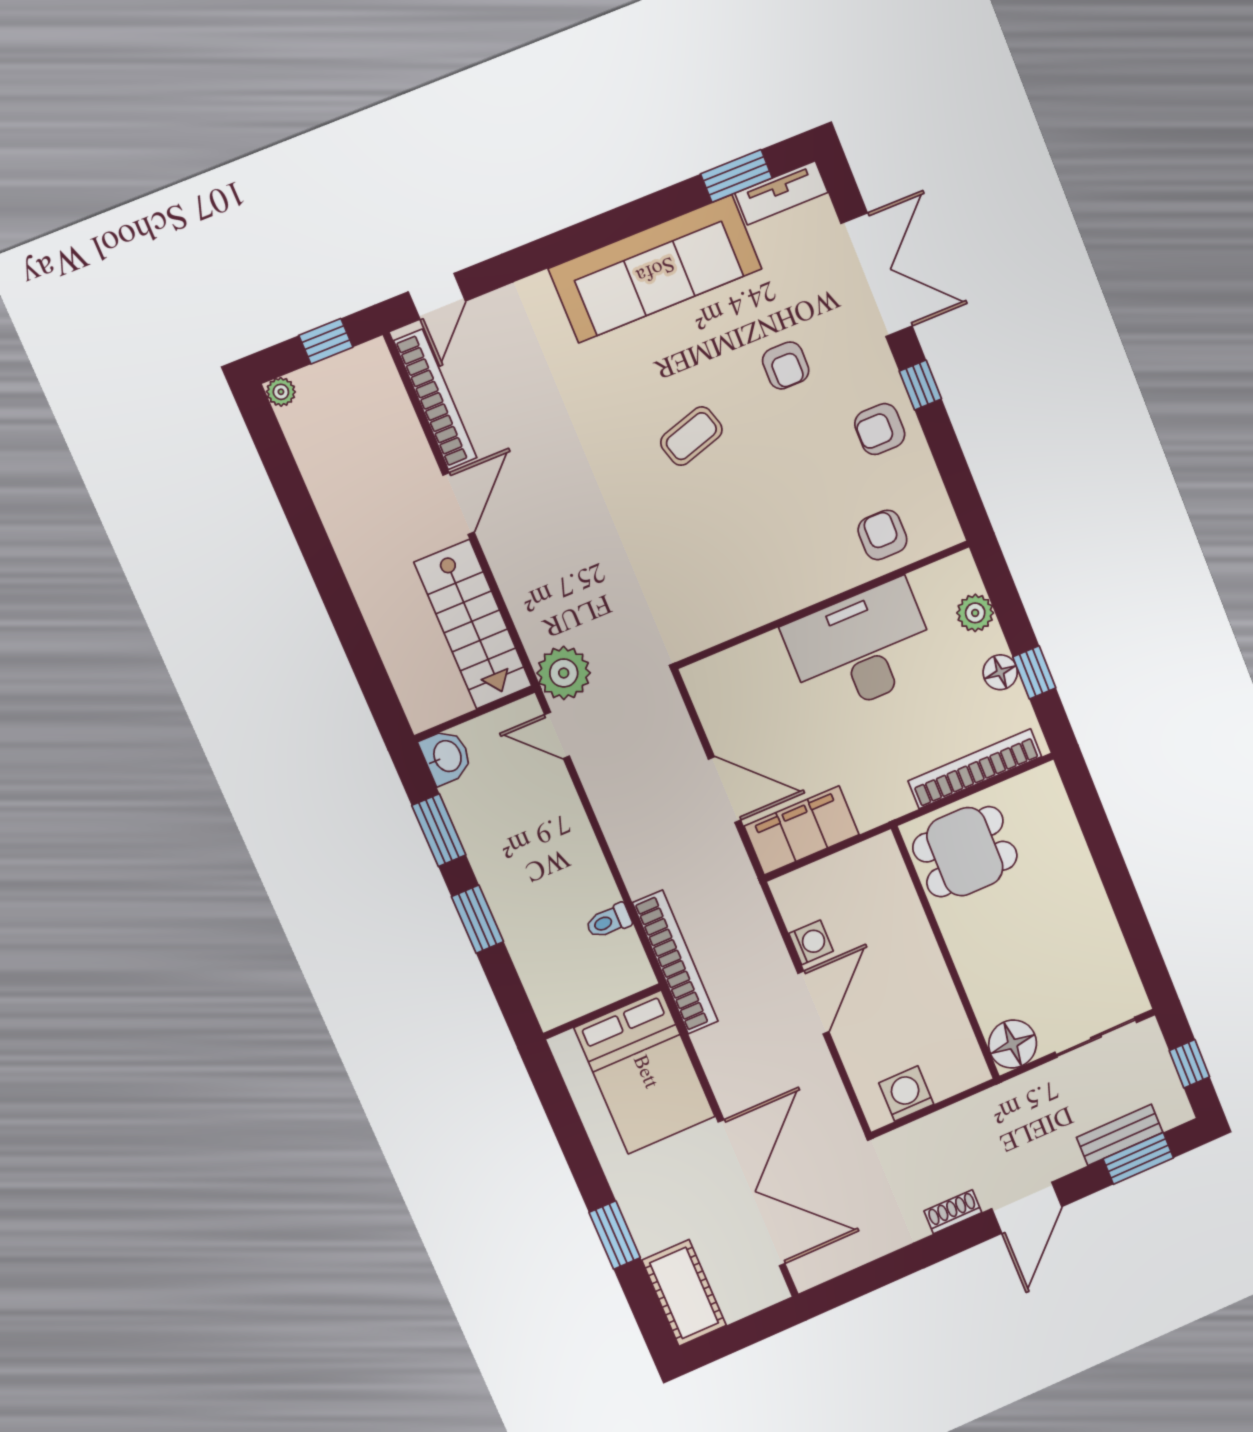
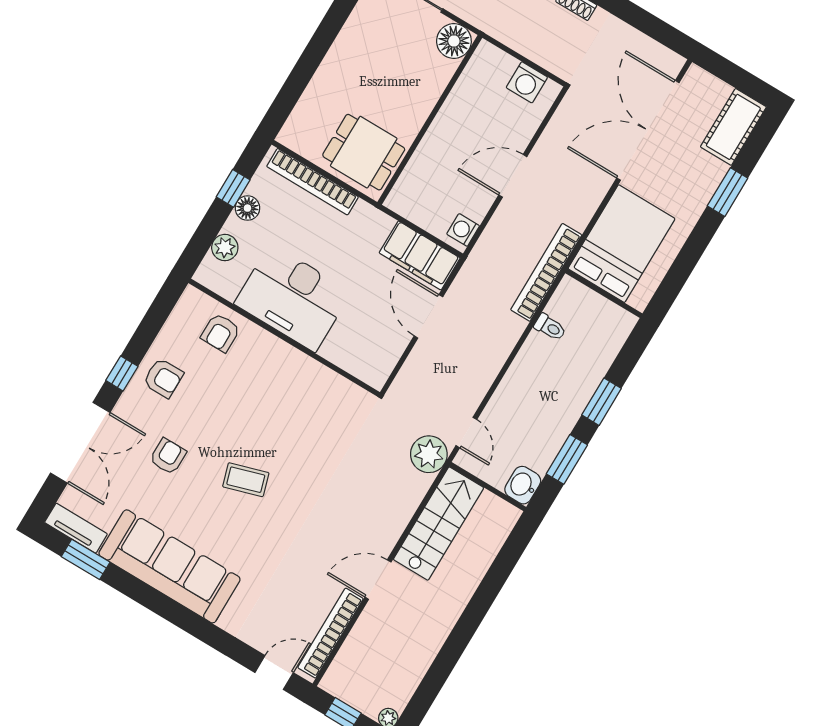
double door: (877, 275) -> (80, 443), swing flipped
washing machine: (811, 942) -> (463, 230), moved

